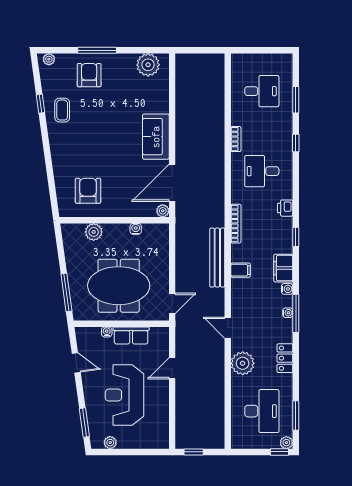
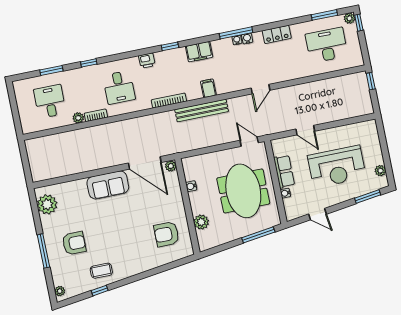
armchair: (89, 75) -> (74, 243), moved, turned 180
water cooler: (287, 289) -> (247, 38), moved
door: (76, 363) -> (317, 214), swing flipped
plant: (243, 363) -> (78, 118), moved, width x0.53, depth x0.53
window: (194, 452) -> (371, 81), moved

